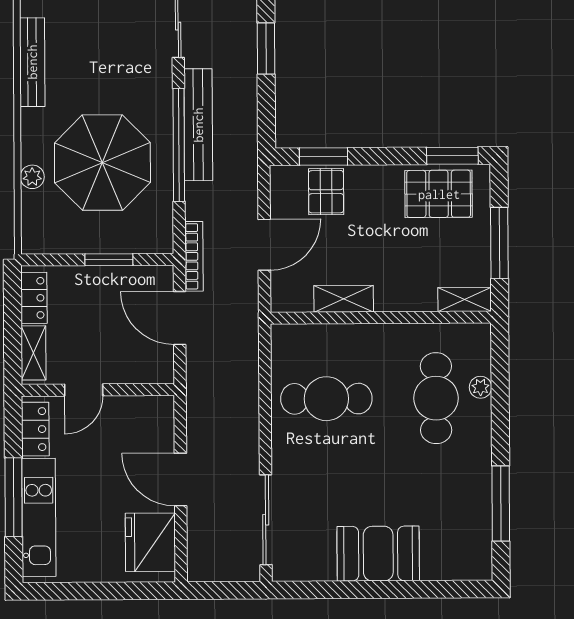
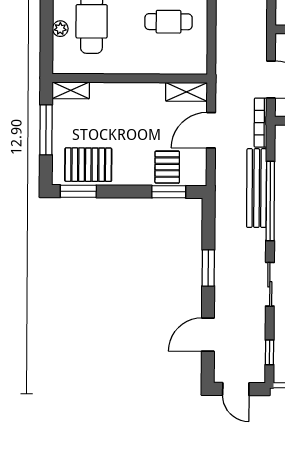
bench: (198, 125) -> (257, 188), moved
shelving: (344, 299) -> (186, 92), moved
cafe table: (326, 399) -> (169, 22), width x0.73, depth x0.74

